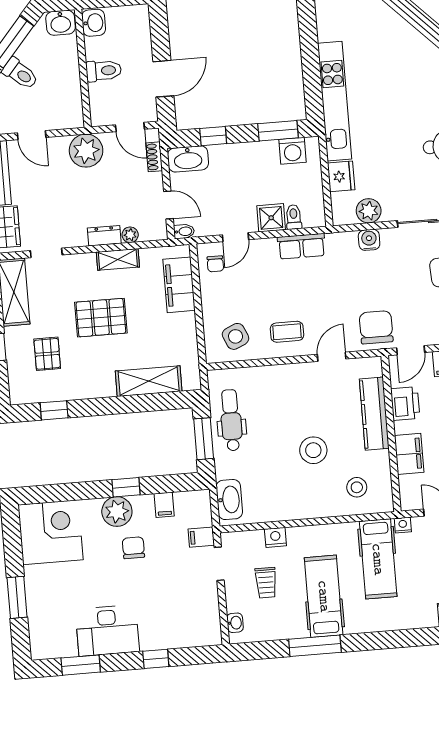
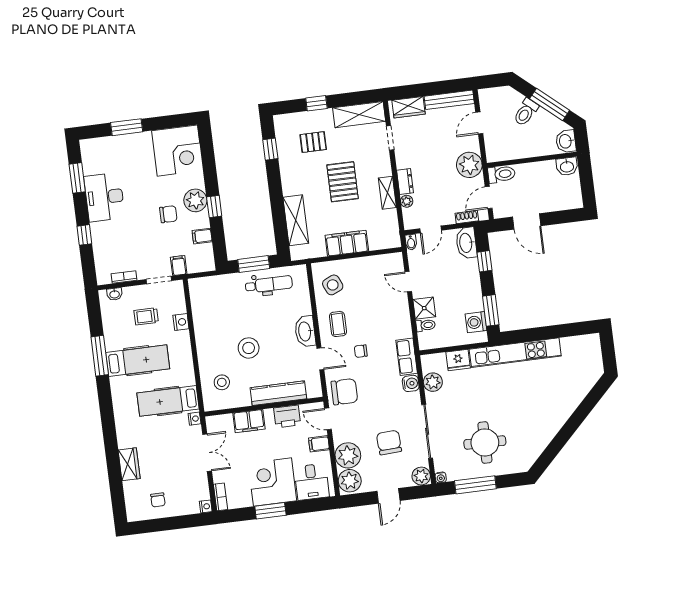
toilet: (104, 71) -> (501, 174), moved, turned -90
row of seats: (301, 246) -> (407, 357), moved
chair: (215, 264) -> (361, 351), moved
filing cabinet: (179, 285) -> (347, 243), moved
washbasin: (229, 500) -> (305, 331), moved, turned 90
bookcase: (213, 609) -> (124, 277), added

